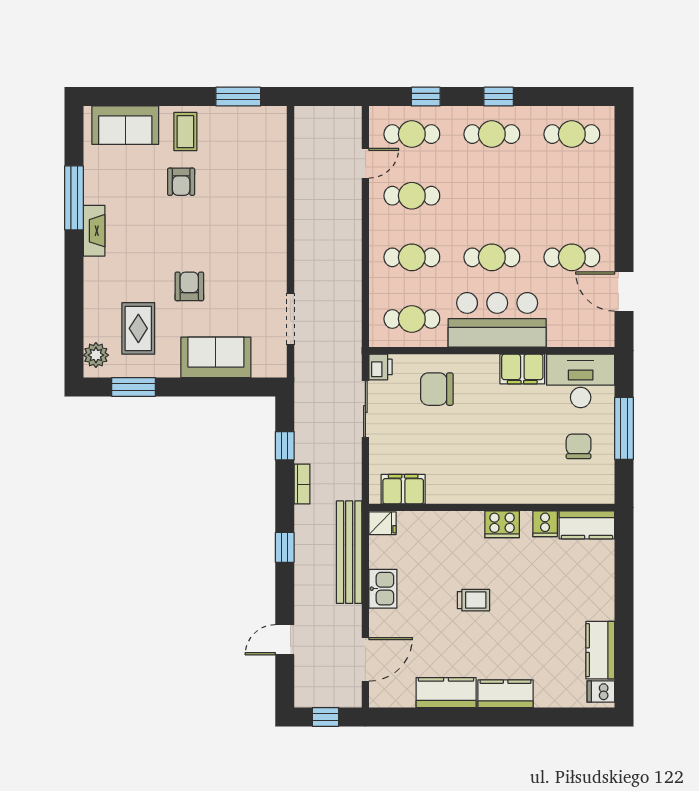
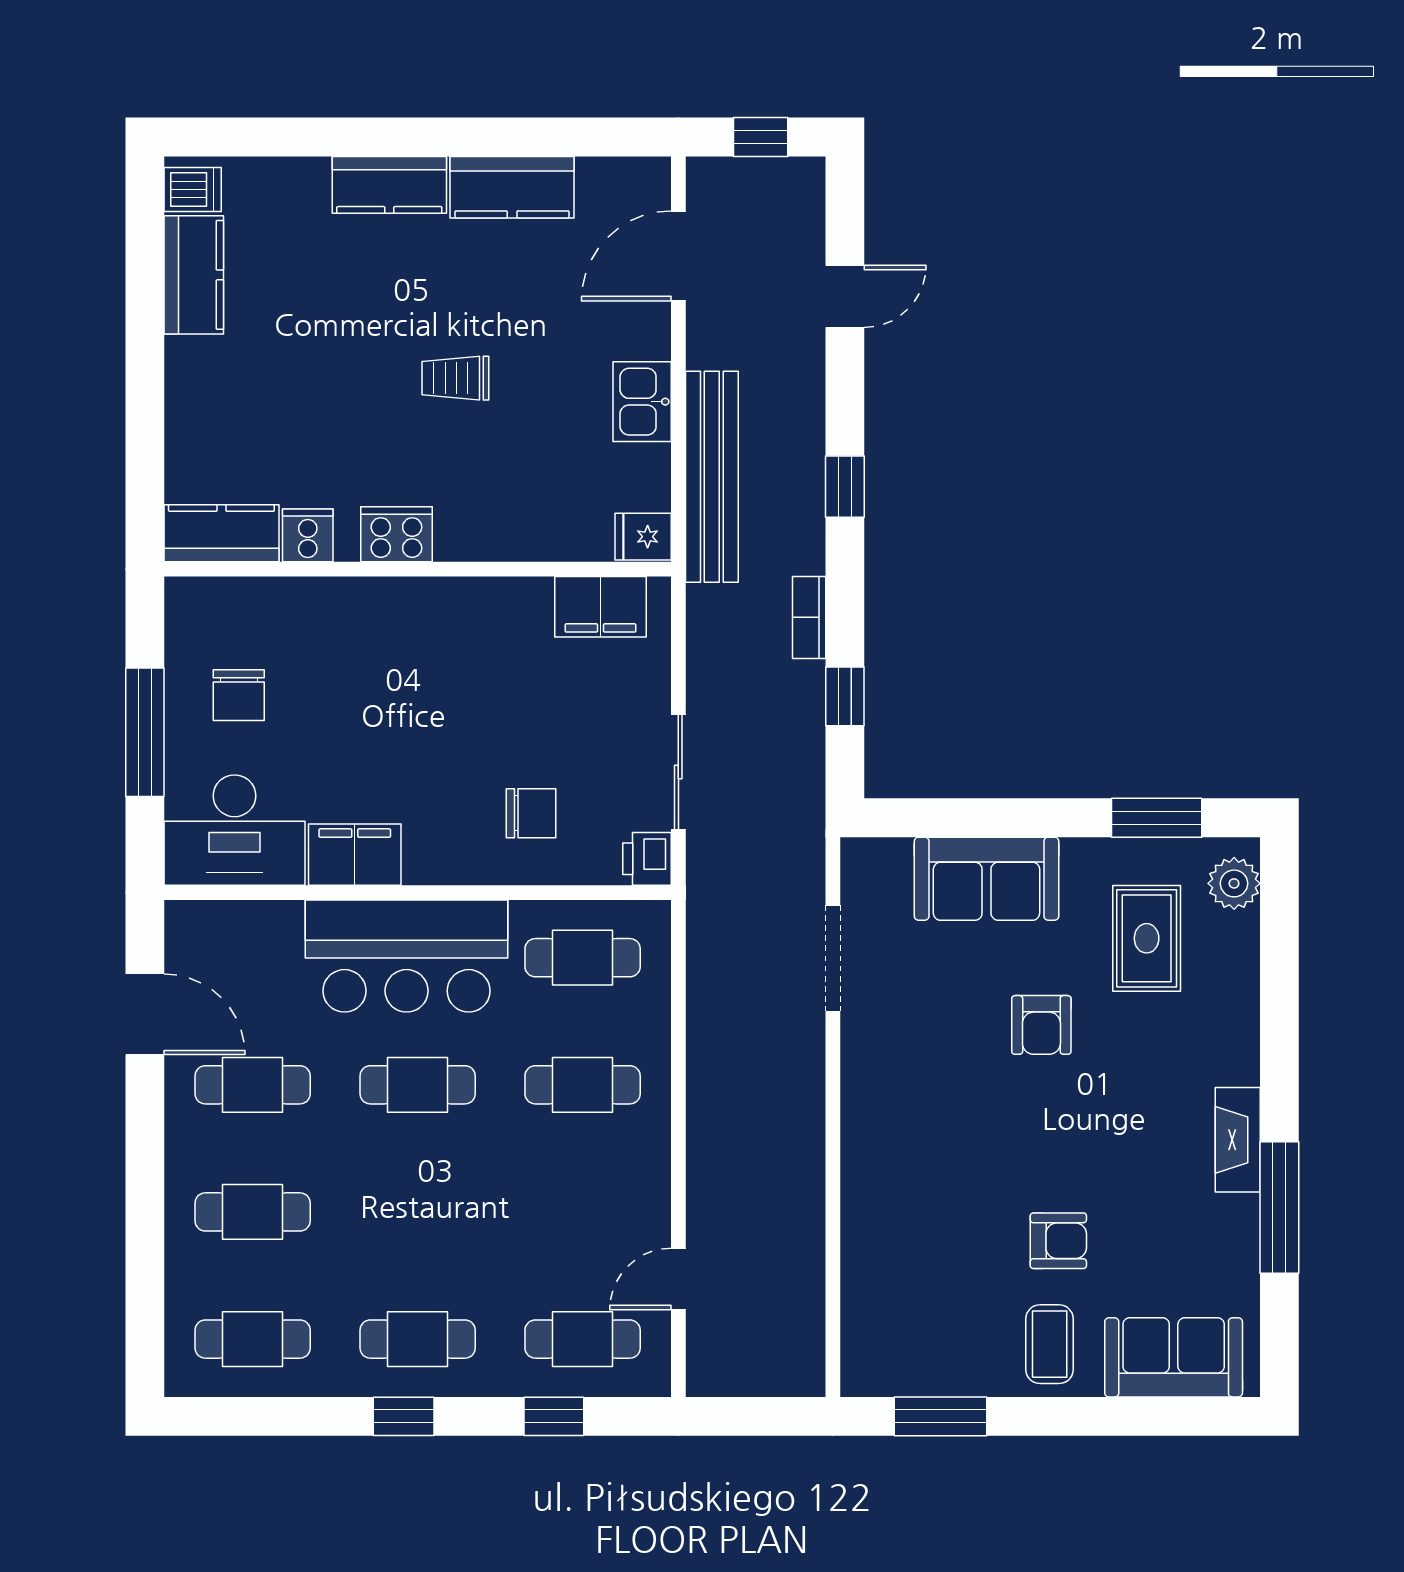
armchair: (181, 182) -> (1058, 1241), turned 90
cafe table: (412, 196) -> (253, 1212), moved
chair: (437, 389) -> (531, 813), width x0.73, depth x0.73

